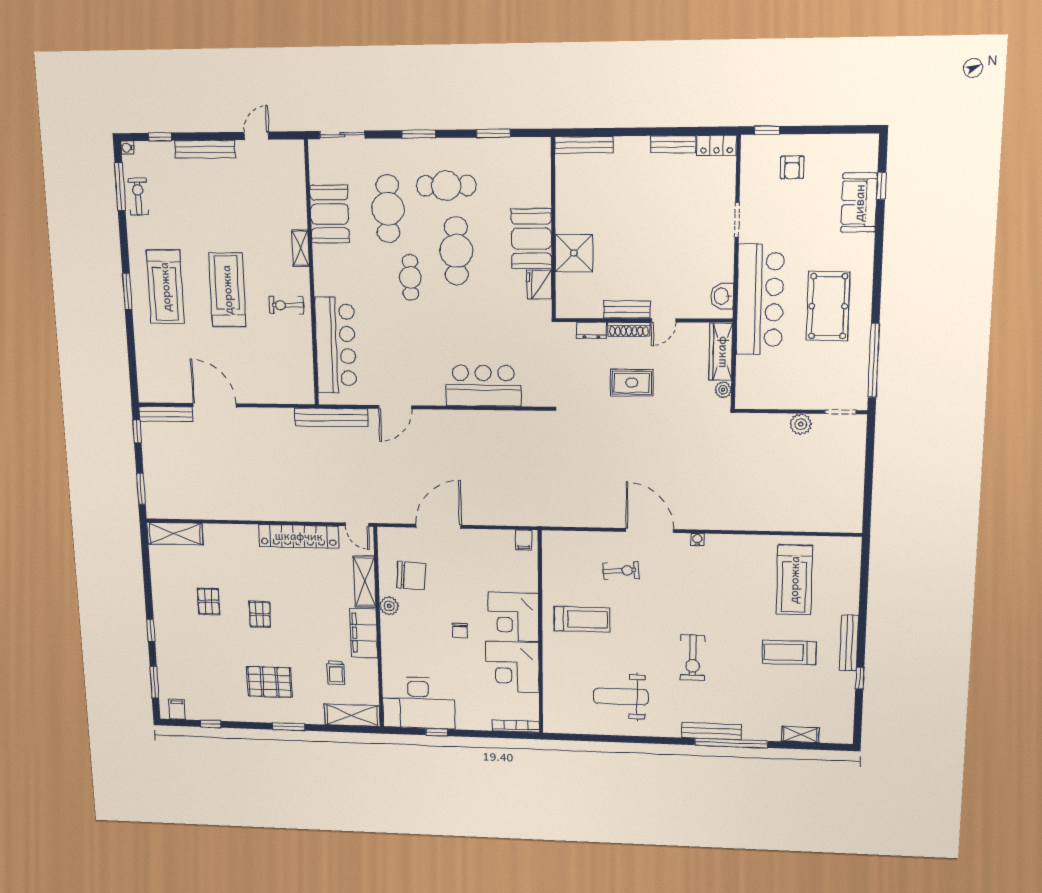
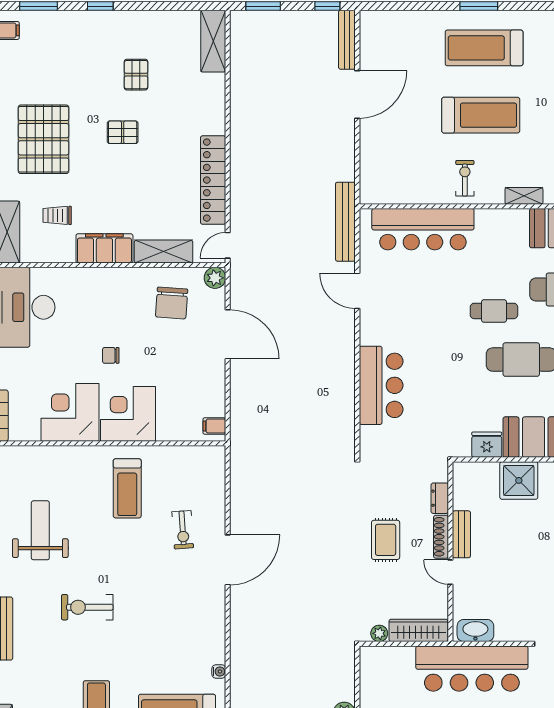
washbasin: (722, 296) -> (475, 631), width x1.38
water cooler: (697, 540) -> (219, 671), moved
pallet: (208, 601) -> (136, 75), turned 90
plant: (389, 606) -> (215, 278), moved
pallet: (269, 682) -> (43, 139), width x1.37, depth x1.41

